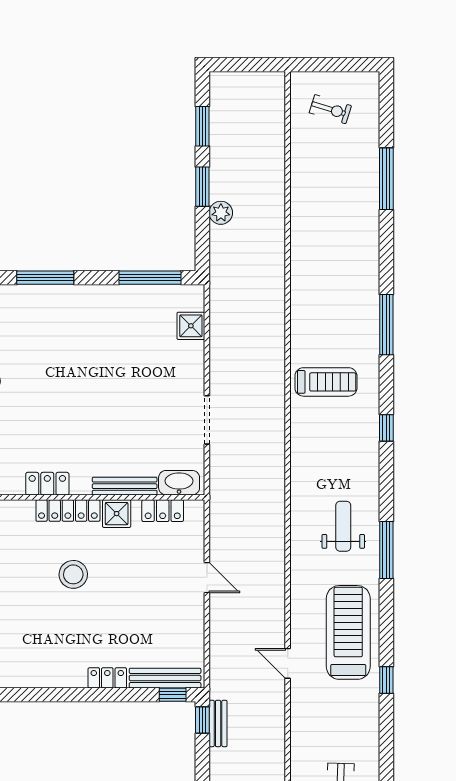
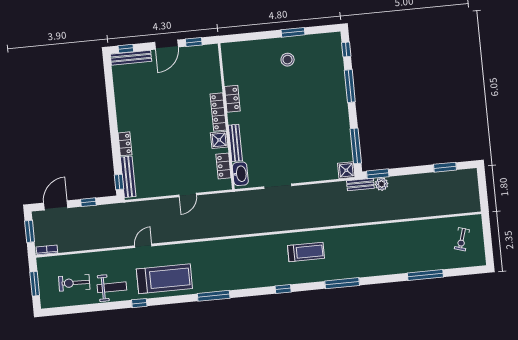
window: (202, 187) -> (378, 174), moved
plant: (221, 213) -> (382, 184), moved
shower: (191, 326) -> (346, 170), moved
treadmill: (326, 382) -> (306, 252), turned -90
weight bench: (343, 526) -> (112, 287), moved
stool: (73, 574) -> (182, 119), removed
window: (202, 720) -> (88, 202), moved
bench: (218, 723) -> (360, 184), moved

